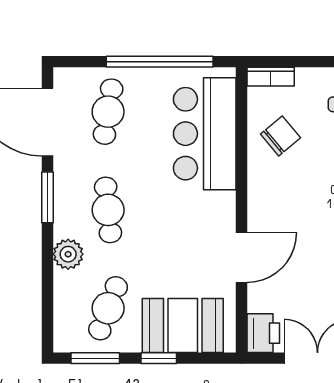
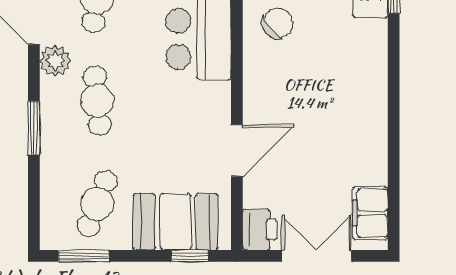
window: (47, 197) -> (34, 128), moved
plant: (68, 254) -> (55, 60), moved
window: (159, 358) -> (190, 256), moved

